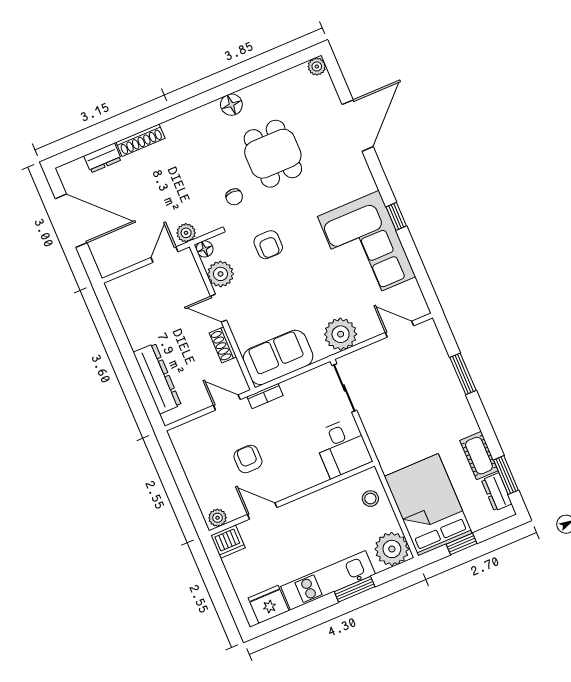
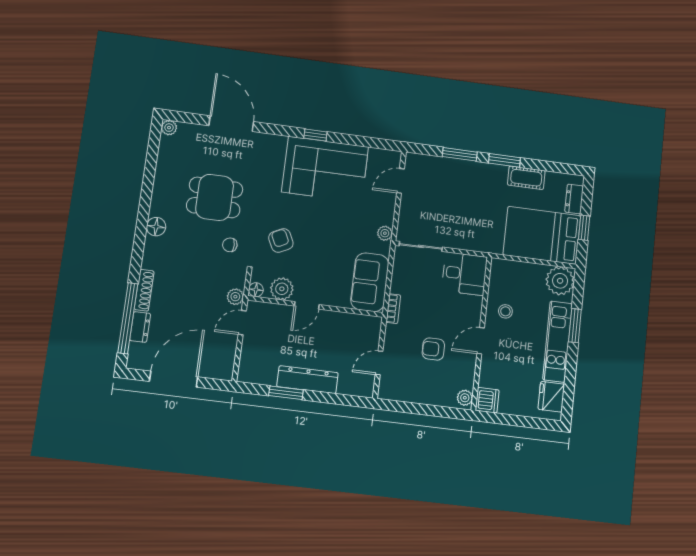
floor lamp: (231, 105) -> (156, 227), moved
window: (104, 141) -> (128, 318), added
chair: (234, 197) -> (230, 245), turned 180
armchair: (268, 245) -> (281, 240), turned -116
door: (164, 255) -> (242, 323), hinge flipped
plant: (341, 334) -> (385, 233), width x0.53, depth x0.53
window: (121, 338) -> (286, 393), added
shoe rack: (223, 345) -> (336, 318), removed
dresser: (157, 379) -> (307, 380), moved
door: (227, 402) -> (379, 363), moved
window: (506, 475) -> (504, 160), moved
dresser: (497, 492) -> (574, 199), moved, turned 90
stool: (370, 499) -> (505, 311), moved
door: (262, 511) -> (481, 341), moved

